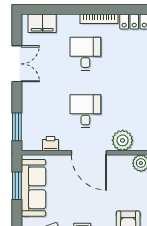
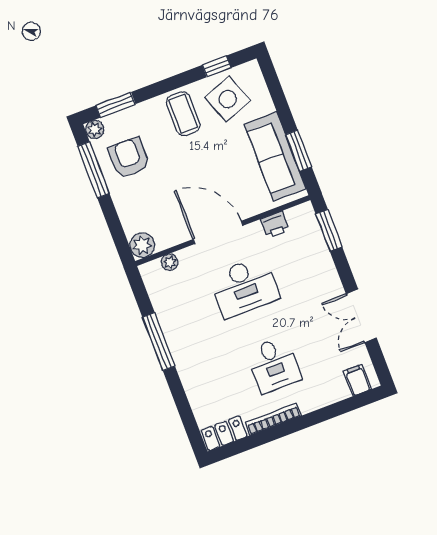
filing cabinet: (42, 23) -> (357, 380), width x0.50
desk: (85, 111) -> (244, 287), width x1.37
plant: (123, 140) -> (170, 262), width x0.53, depth x0.53

